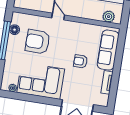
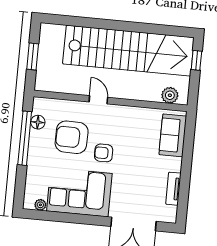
sofa: (108, 50) -> (173, 135), width x0.73
armchair: (81, 61) -> (104, 153), moved

